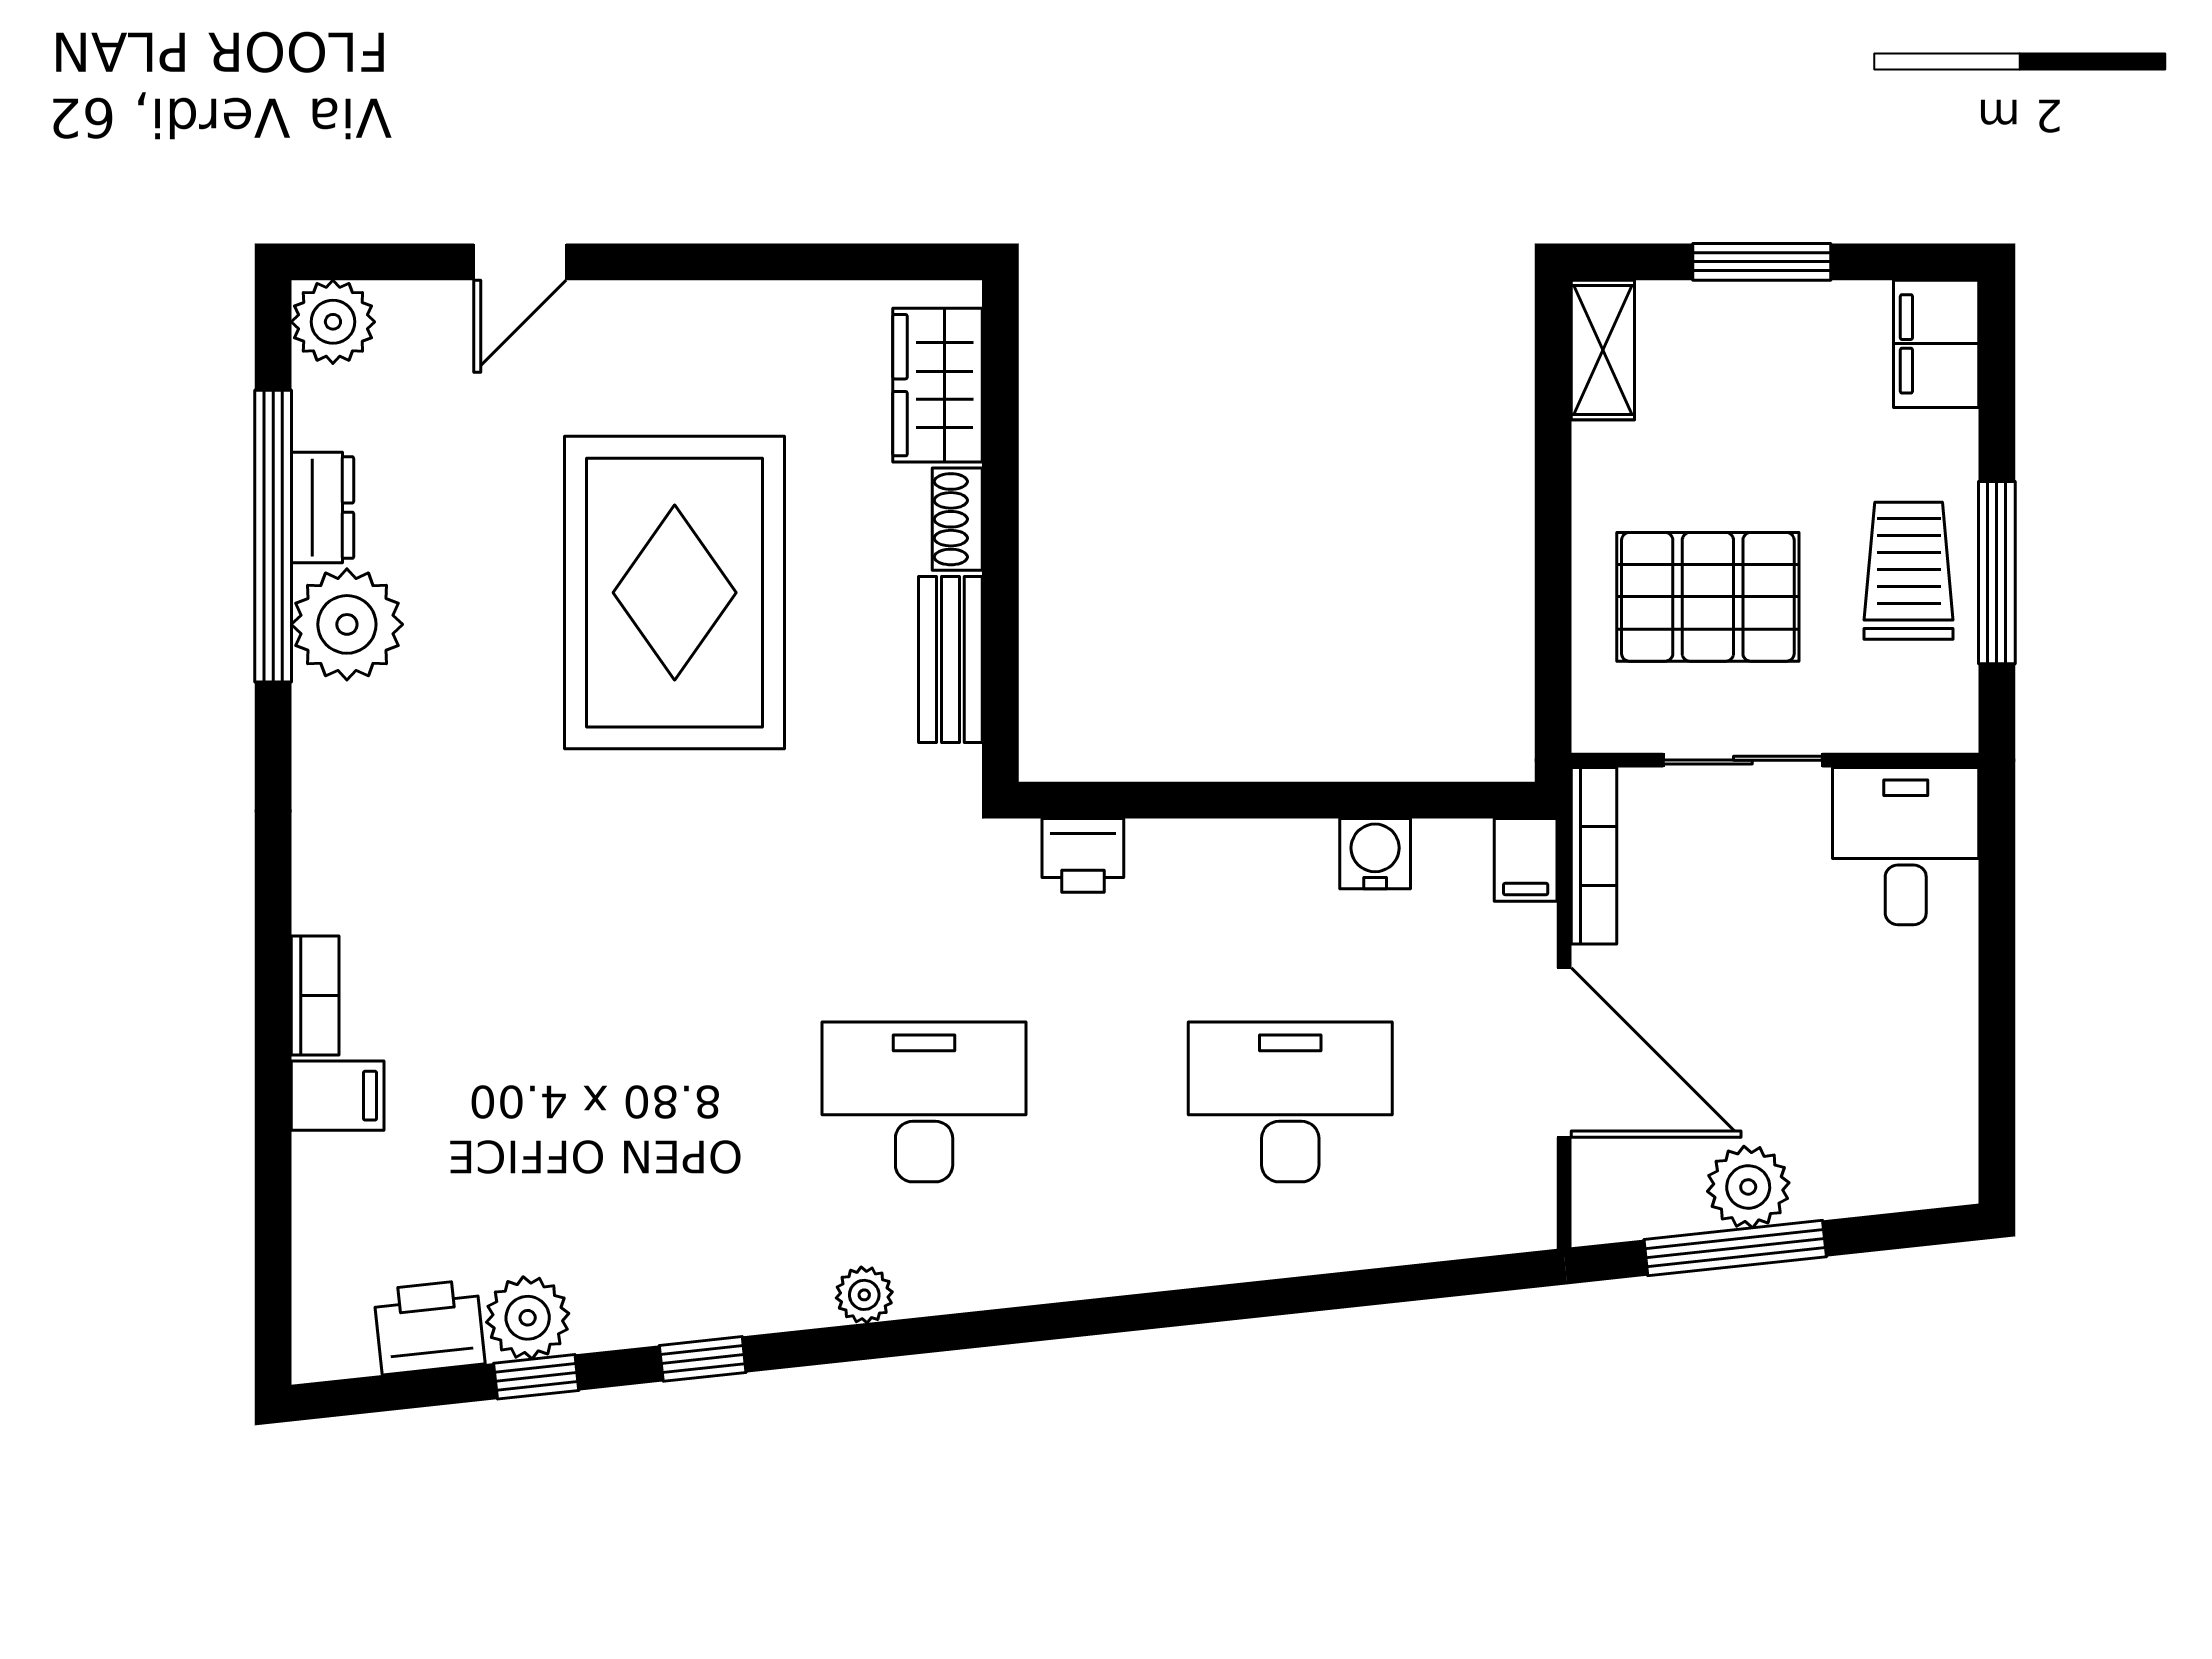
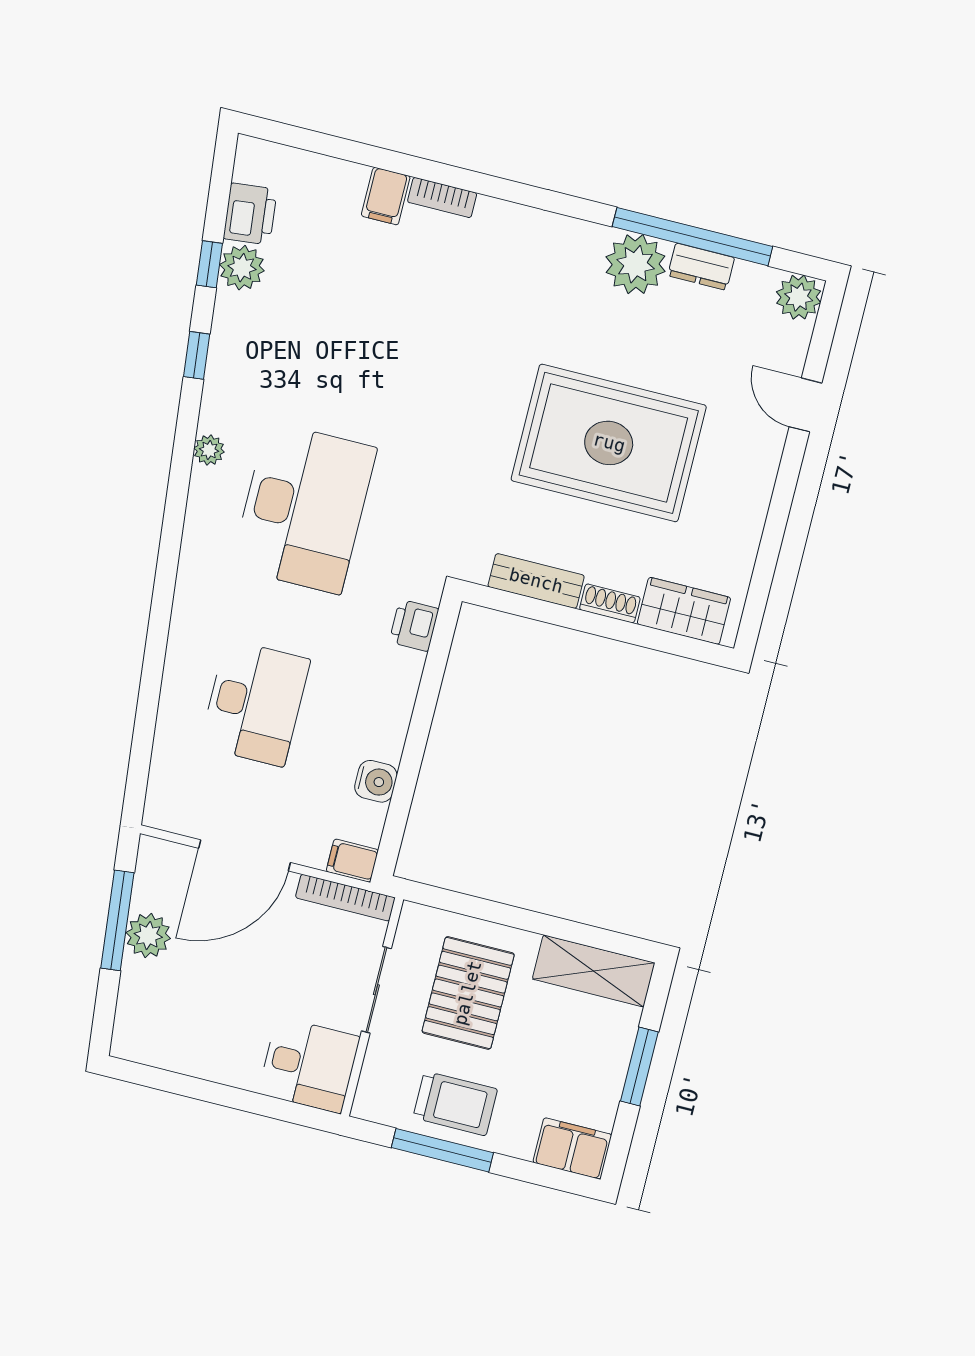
shelving: (1603, 350) -> (594, 971), width x1.50, depth x1.33
desk: (924, 1102) -> (304, 508), width x1.36, depth x1.30

